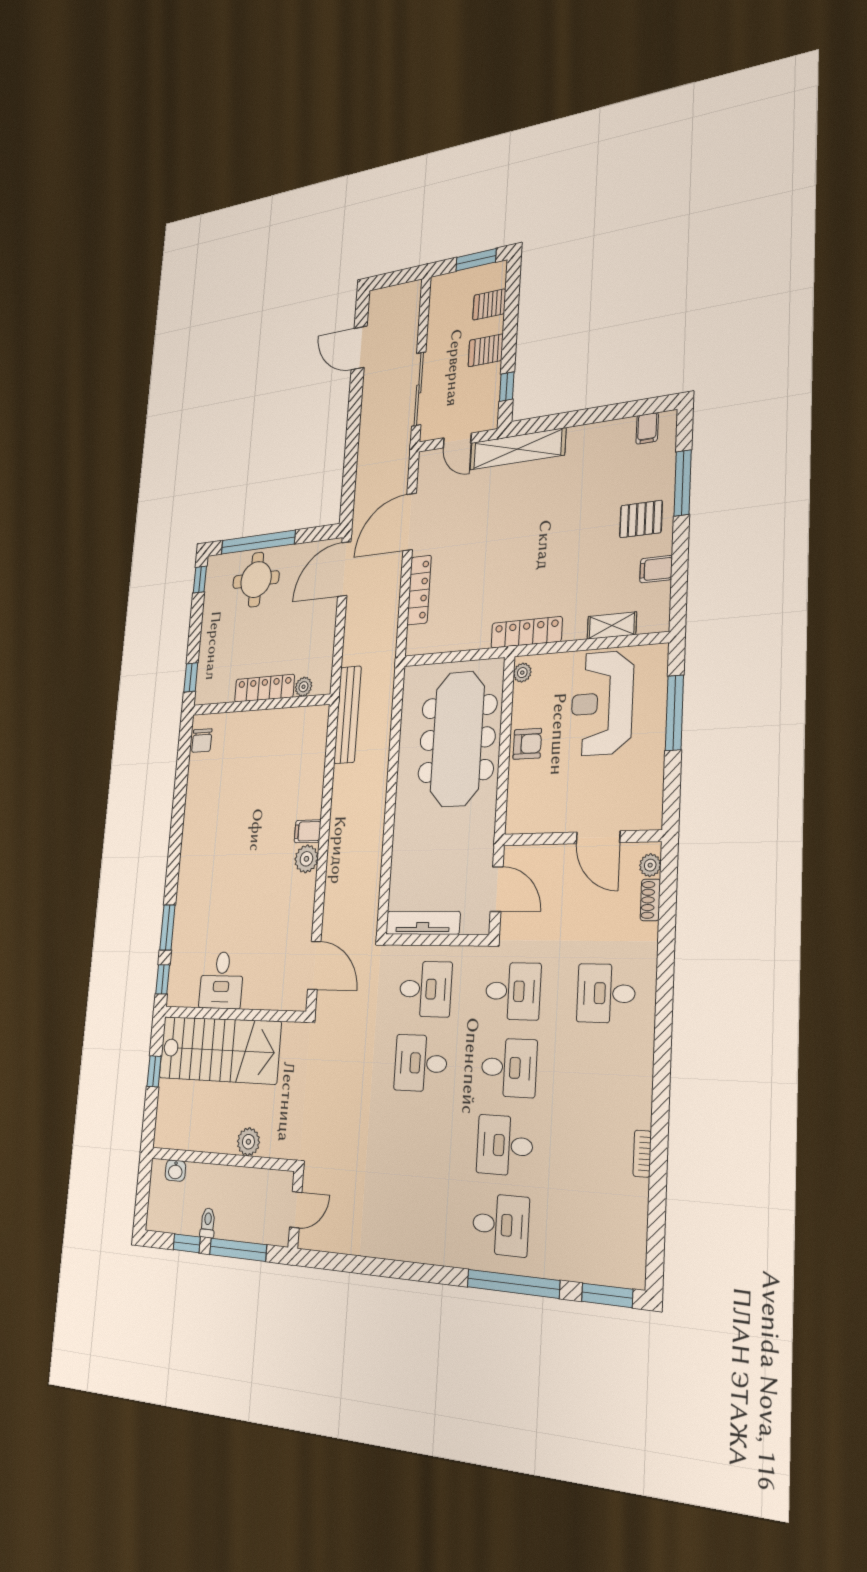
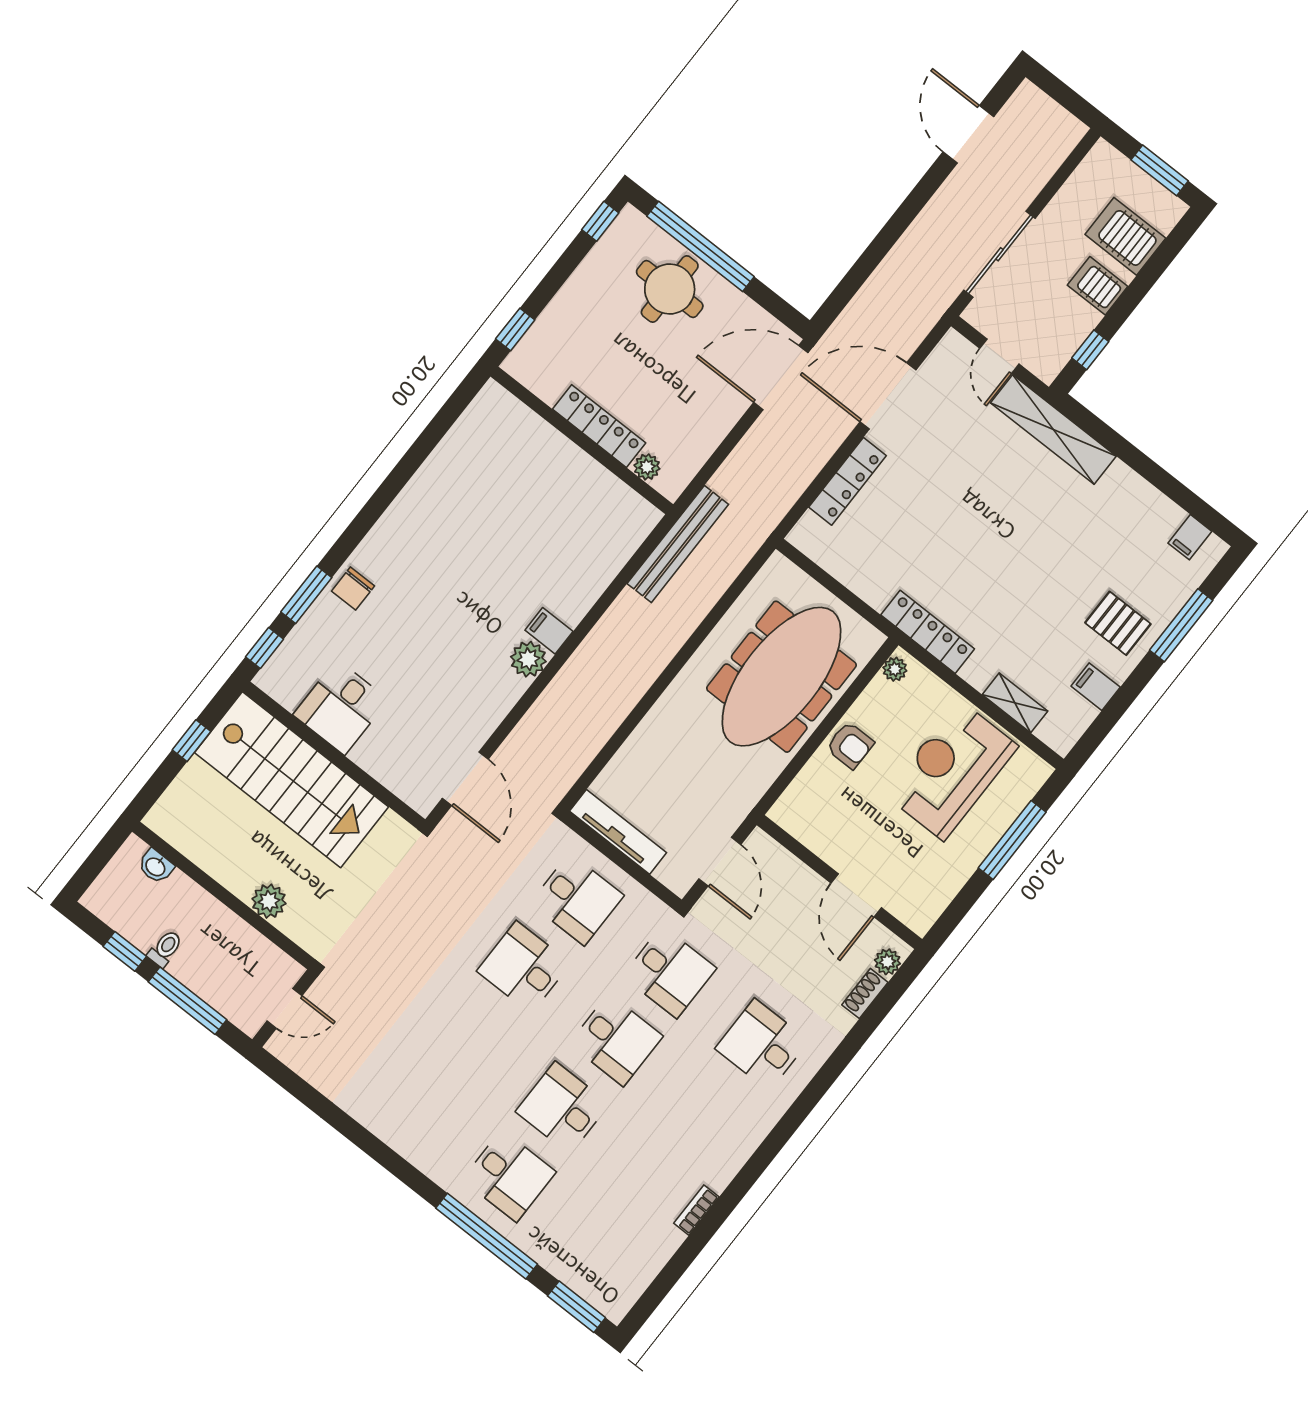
server rack: (489, 304) -> (1125, 236), width x1.36, depth x1.44
chair: (202, 741) -> (353, 589), moved

